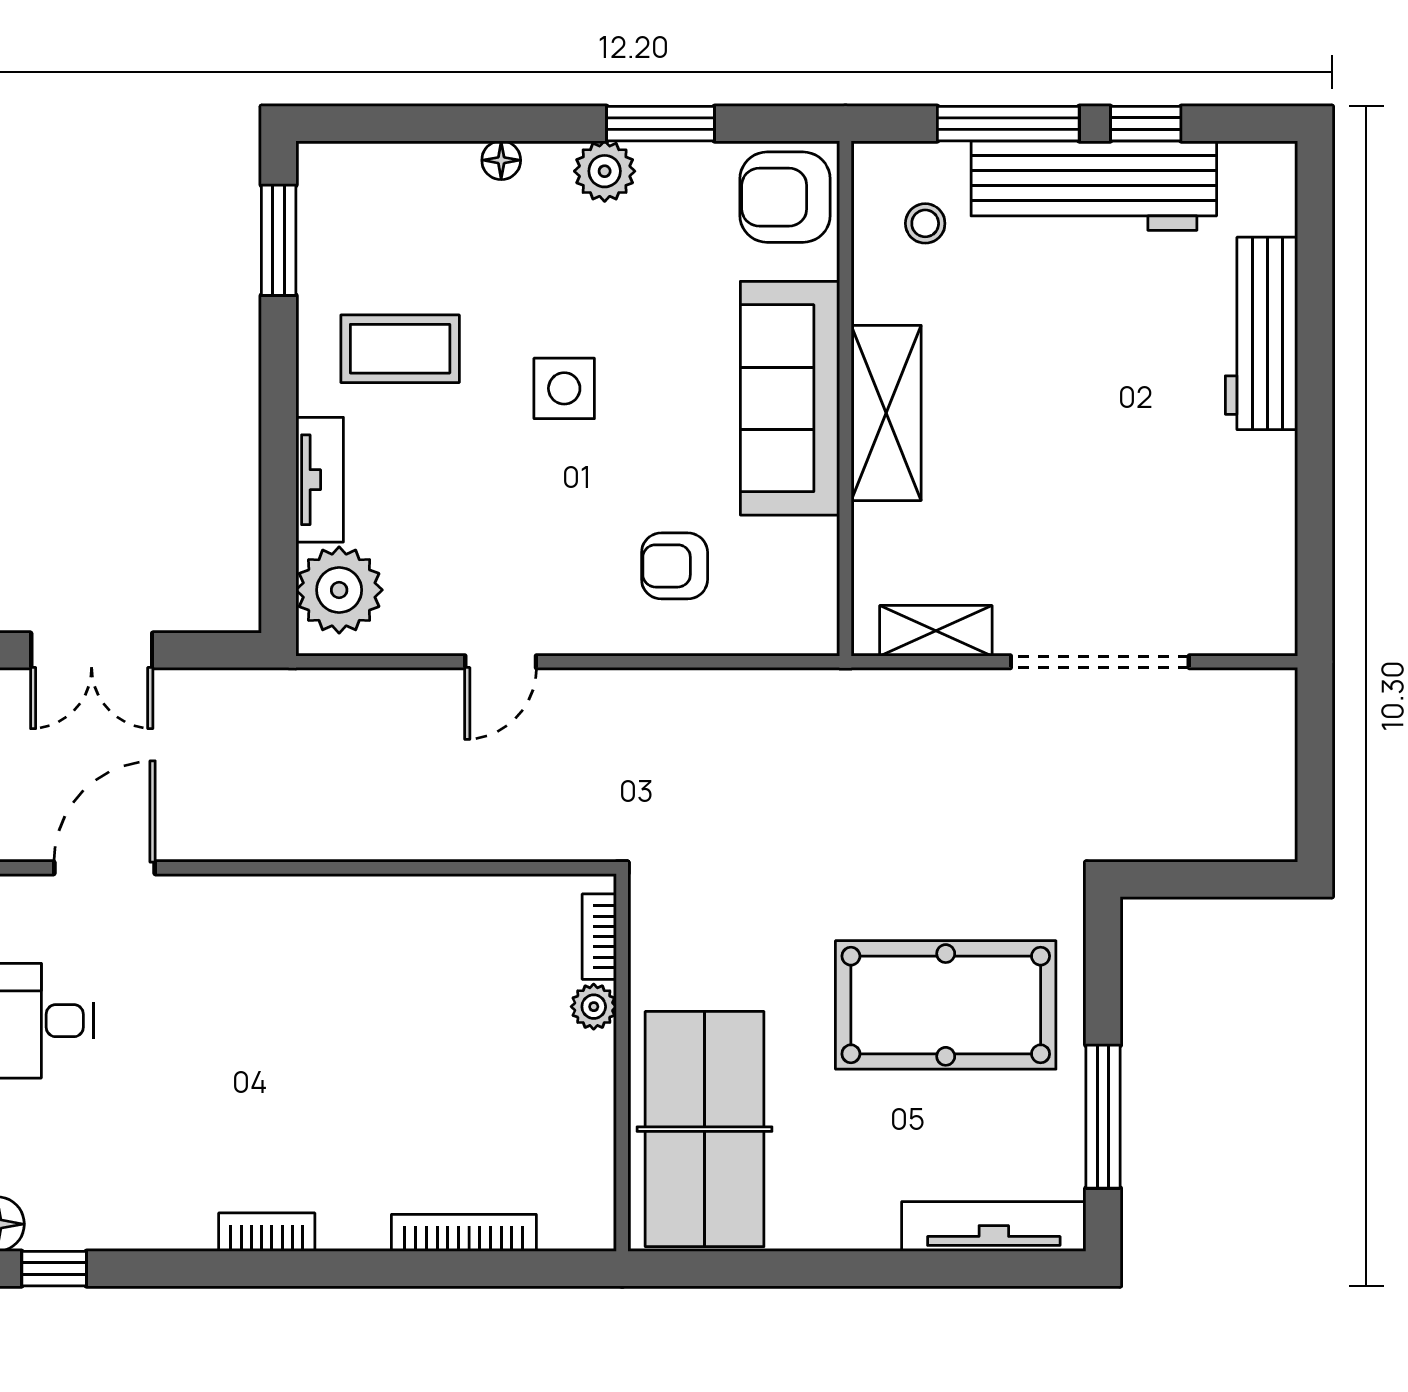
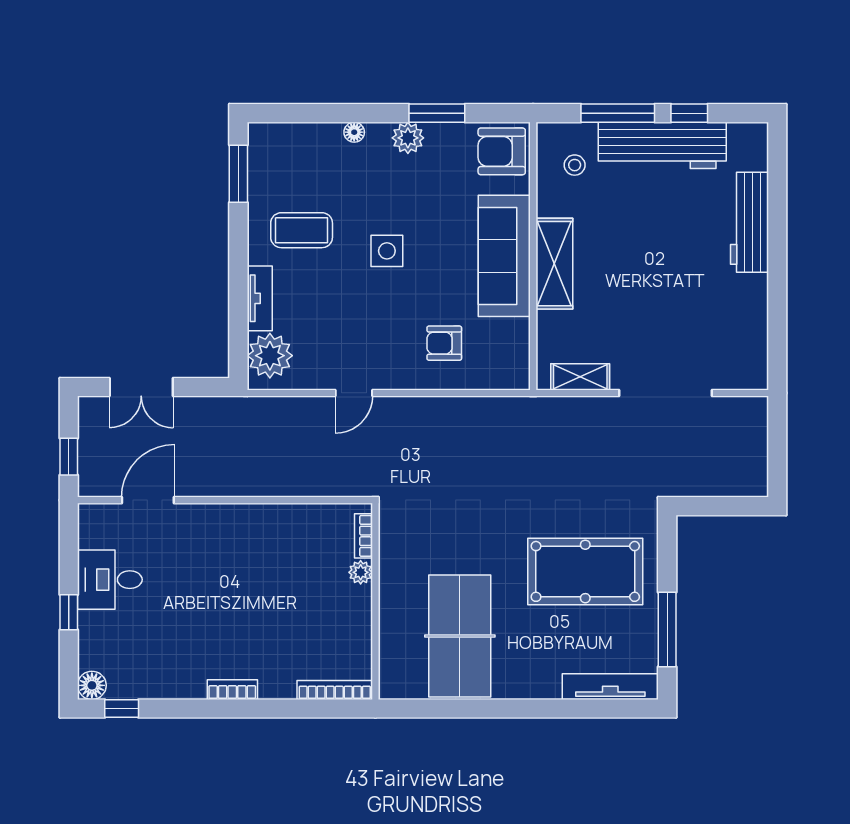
bookcase: (599, 937) -> (363, 536), moved
plant: (594, 1007) -> (361, 572), moved
wall: (622, 1063) -> (375, 601), moved

